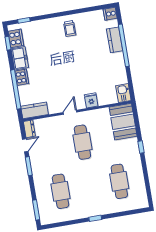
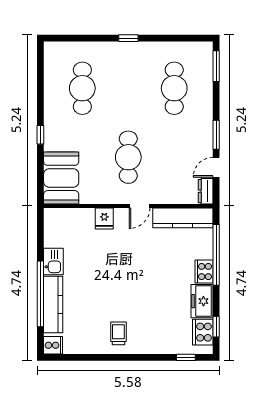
kitchen counter: (115, 40) -> (53, 305), width x1.50
kitchen sink: (123, 93) -> (53, 261), moved
kitchen counter: (35, 110) -> (183, 218), width x1.50

